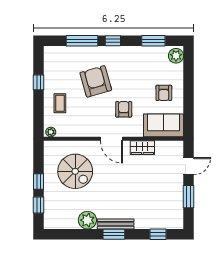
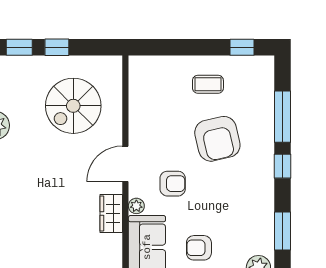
armchair: (96, 81) -> (217, 139), turned 93
window: (39, 82) -> (242, 47), moved
coffee table: (60, 103) -> (208, 84), moved
plant: (51, 132) -> (136, 206), moved

